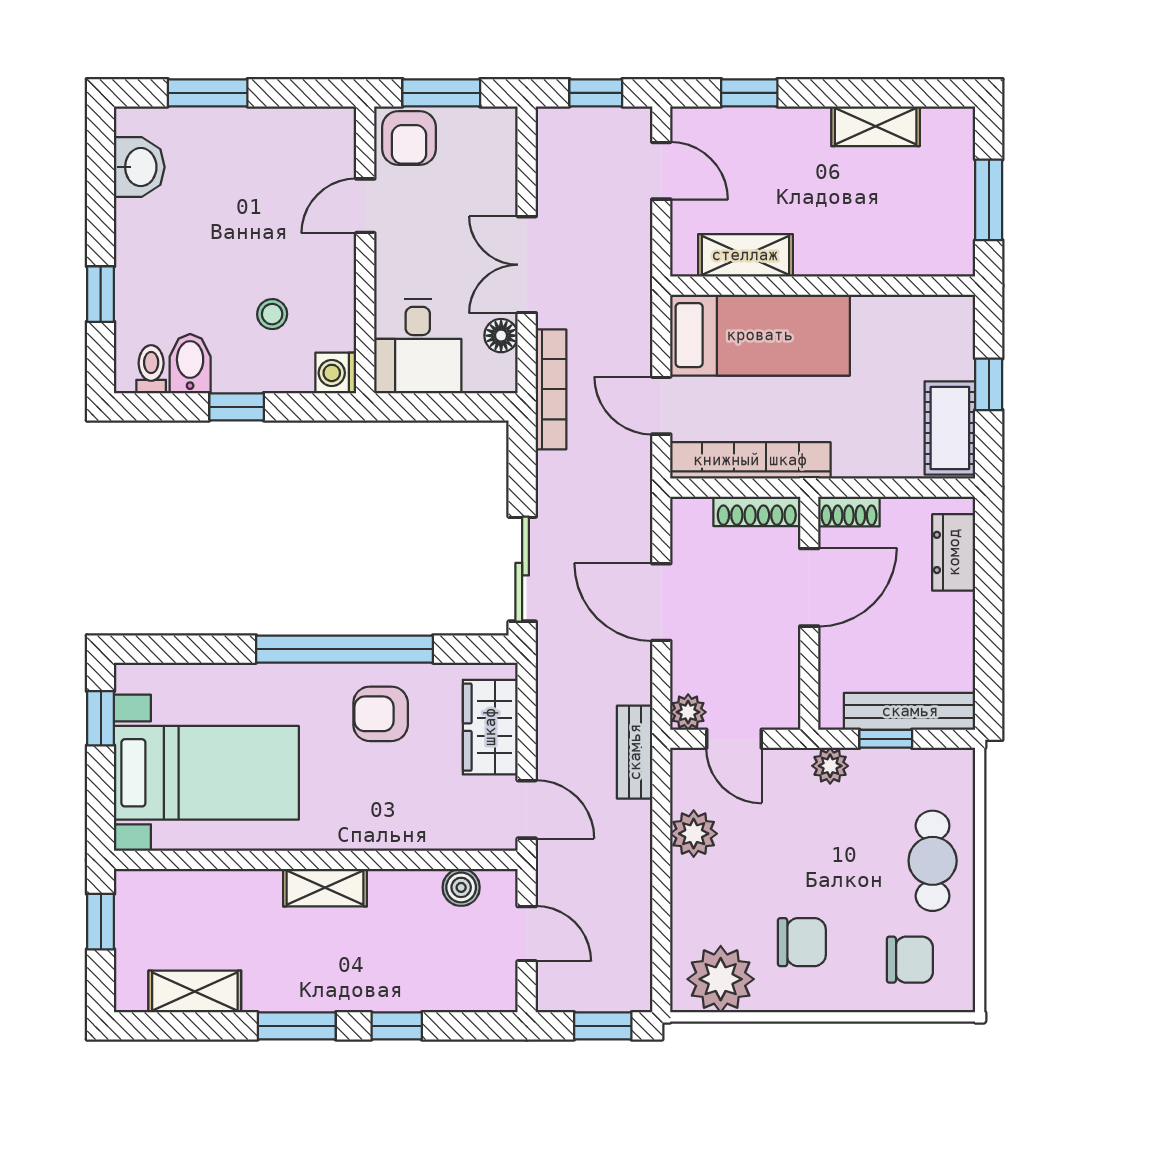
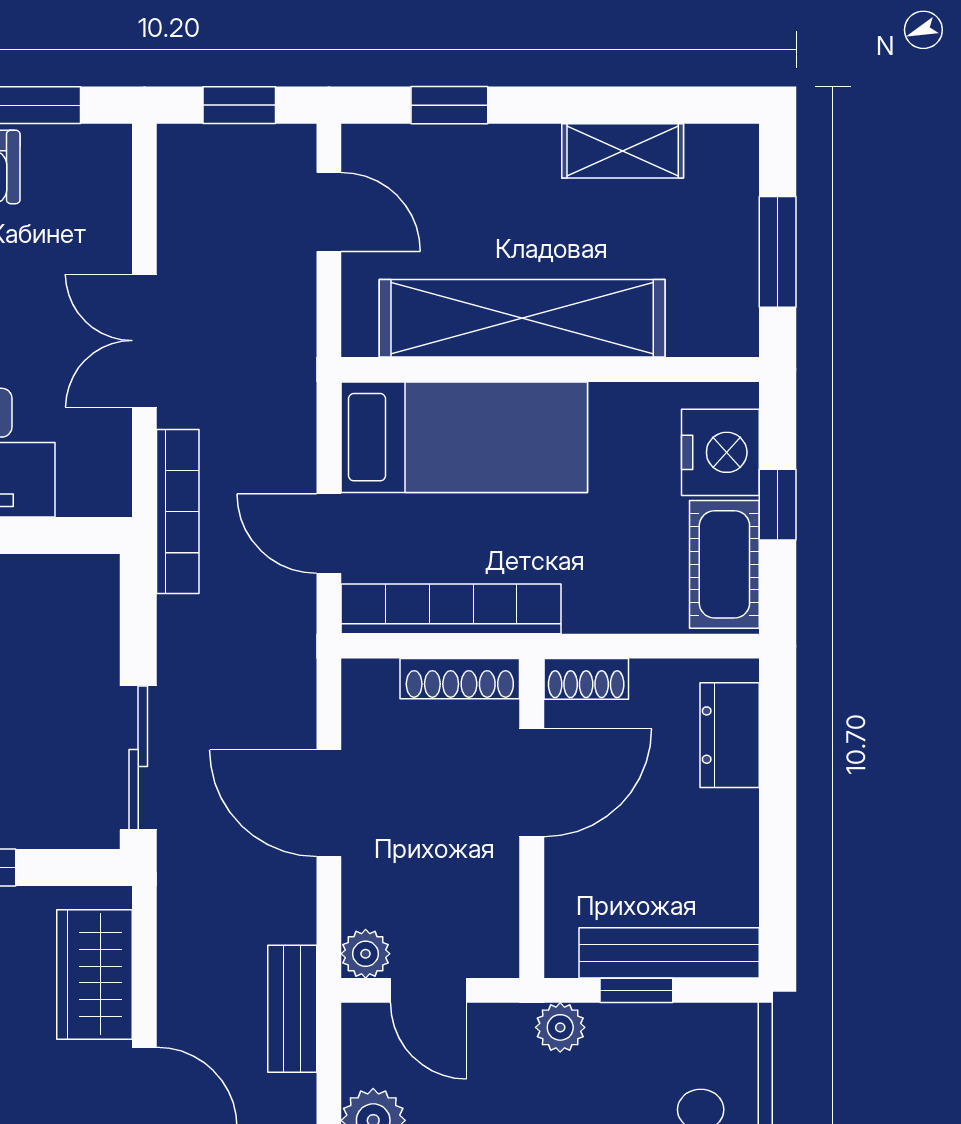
shelving: (745, 255) -> (522, 318), width x2.20, depth x1.33
floor lamp: (501, 336) -> (109, 438), removed
nightstand: (947, 346) -> (720, 452), added

